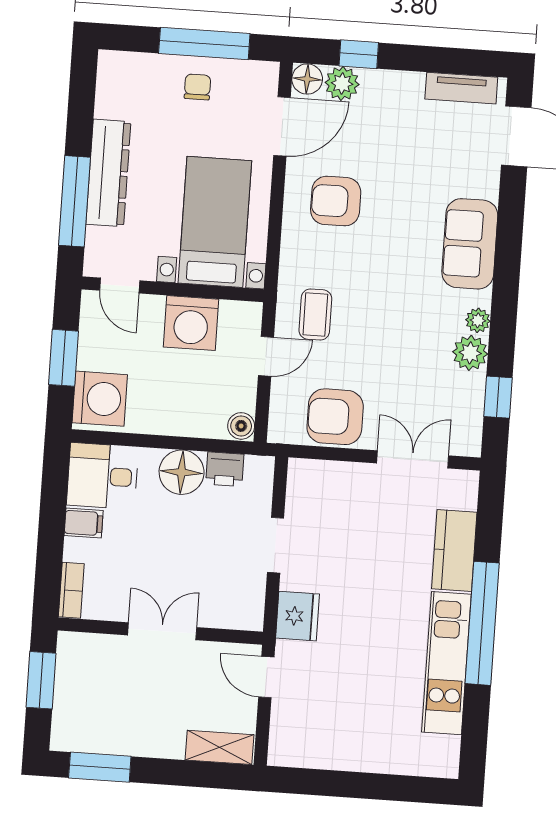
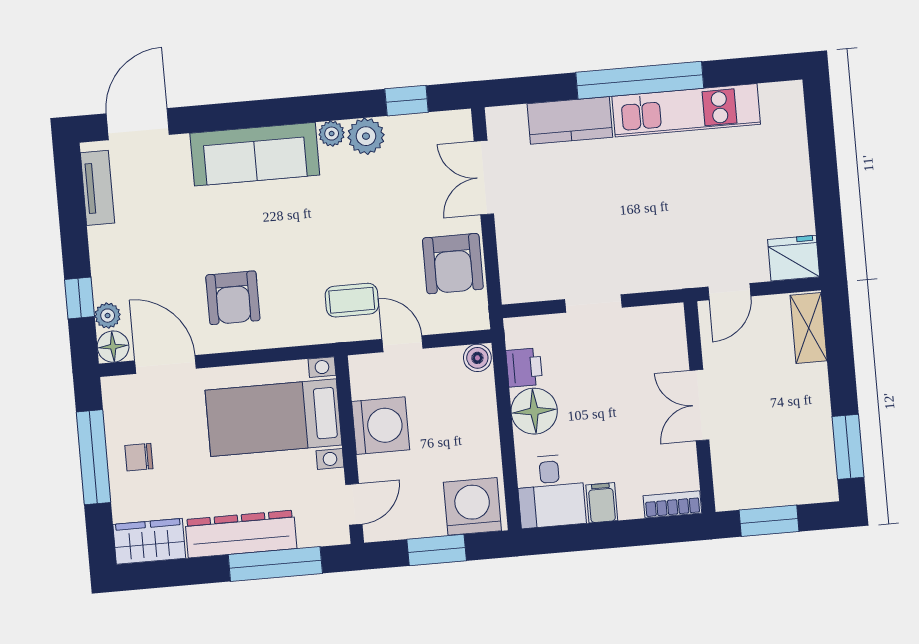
plant: (342, 83) -> (108, 316), width x0.73, depth x0.73
wardrobe: (115, 84) -> (149, 541), added
sofa: (470, 244) -> (255, 154), width x1.36
fridge: (298, 616) -> (794, 258), moved

